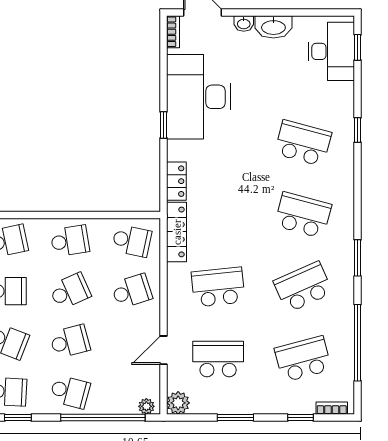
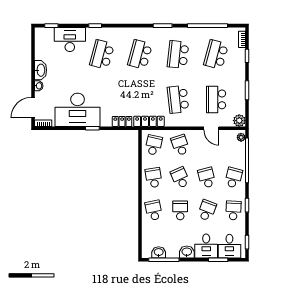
desk: (331, 51) -> (70, 40), moved
school desk: (303, 287) -> (178, 55), turned 30
school desk: (303, 359) -> (216, 55), turned 30

